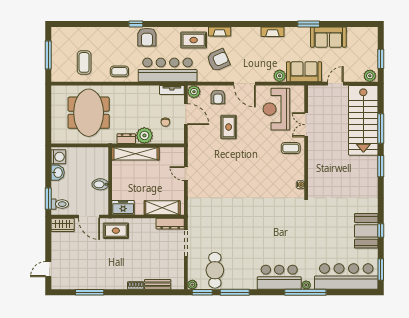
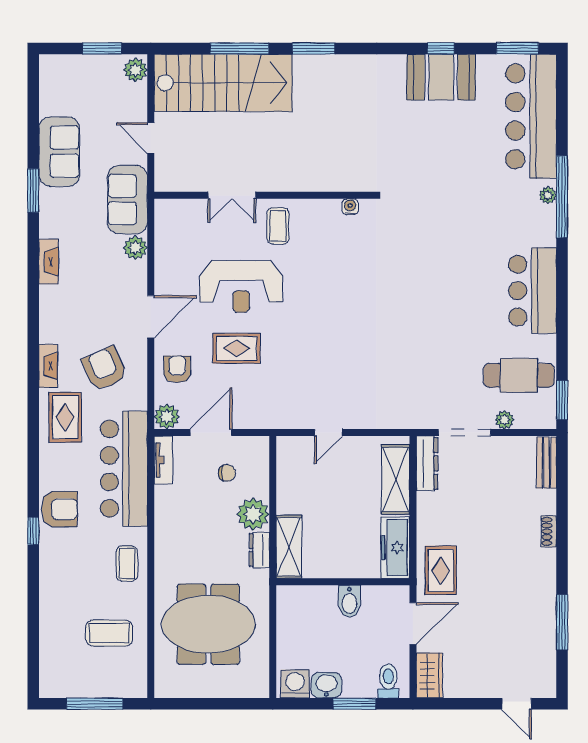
armchair: (218, 97) -> (177, 369), turned -90
reception desk: (276, 109) -> (241, 286), moved
shelving: (135, 154) -> (289, 547), width x0.68
window: (48, 199) -> (354, 704), moved
freezer: (123, 208) -> (395, 548), width x1.40
bar counter: (279, 277) -> (533, 291), moved
bench: (158, 284) -> (547, 463), moved
plant: (192, 285) -> (505, 420), moved
window: (235, 292) -> (562, 336), removed

